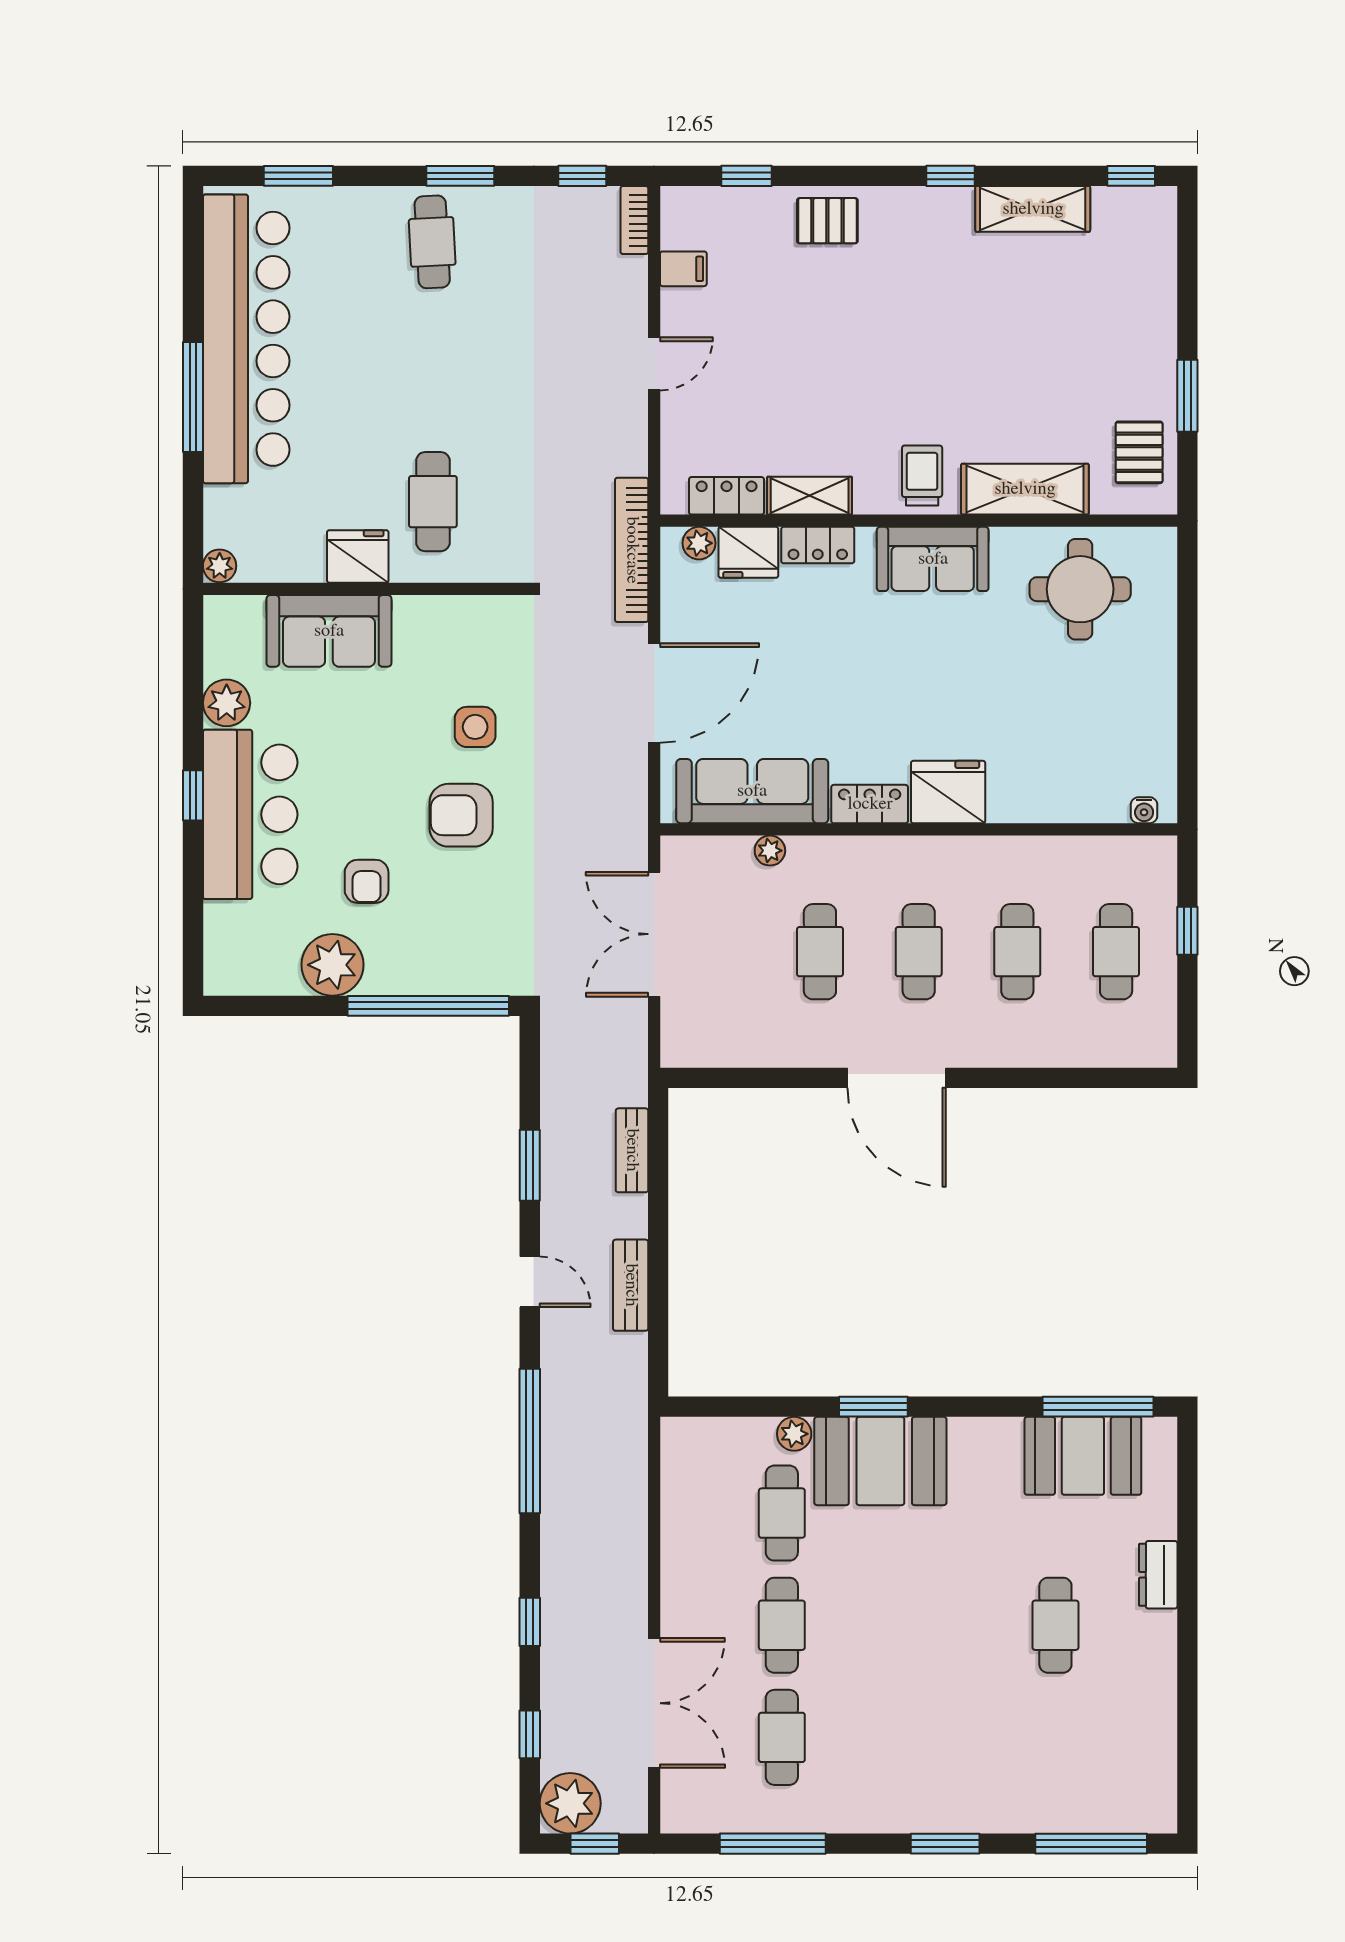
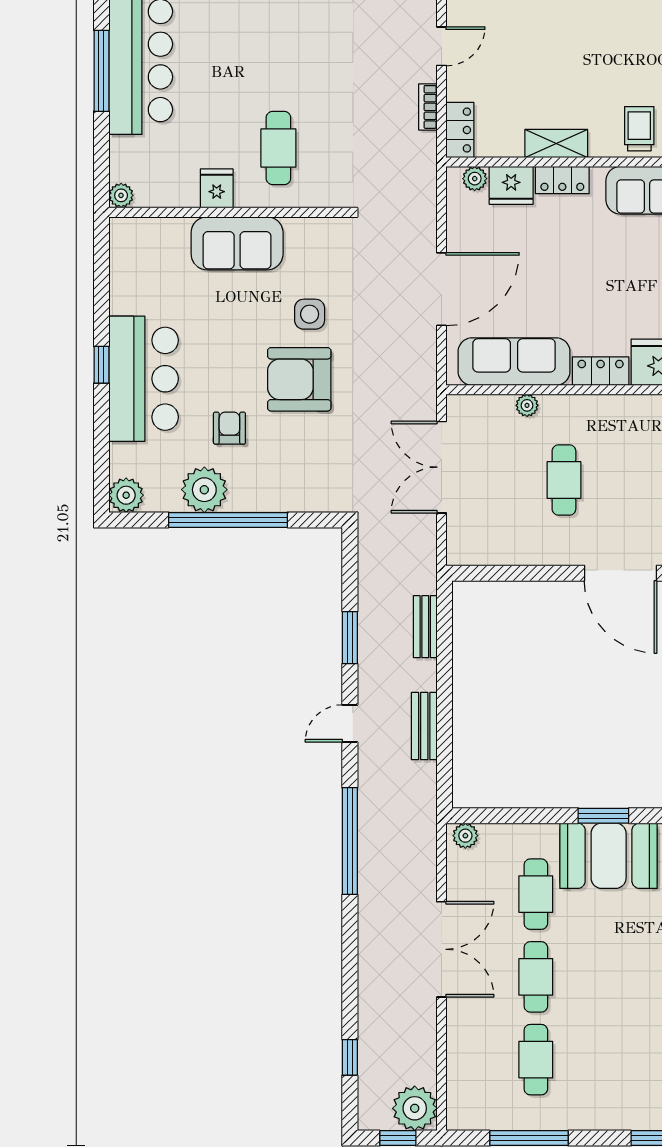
locker: (727, 496) -> (460, 130), moved, turned 90
bookcase: (632, 550) -> (428, 107), moved, width x0.43, depth x0.76
fridge: (358, 556) -> (217, 188), width x0.72
sofa: (329, 631) -> (237, 243), moved
plant: (227, 703) -> (126, 495), moved
armchair: (461, 815) -> (299, 379), width x1.36, depth x1.36
armchair: (367, 881) -> (229, 428), turned 180
cafe table: (919, 952) -> (637, 480), removed
window: (428, 1006) -> (228, 520), moved
door: (530, 1282) -> (350, 723), swing flipped
plant: (794, 1434) -> (465, 836), moved
window: (530, 1622) -> (350, 974), removed
double door: (654, 1703) -> (442, 949), moved
plant: (570, 1803) -> (415, 1108), moved

